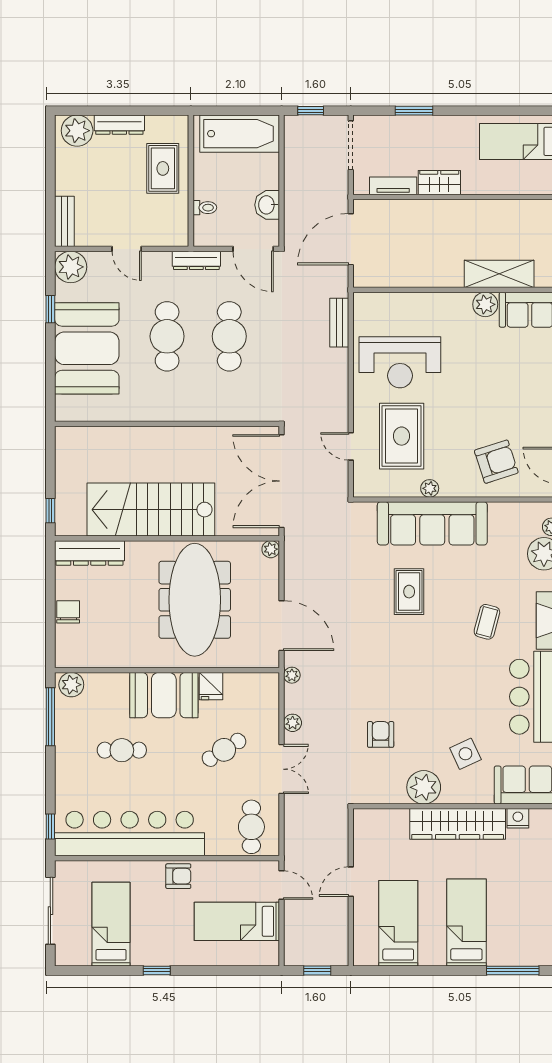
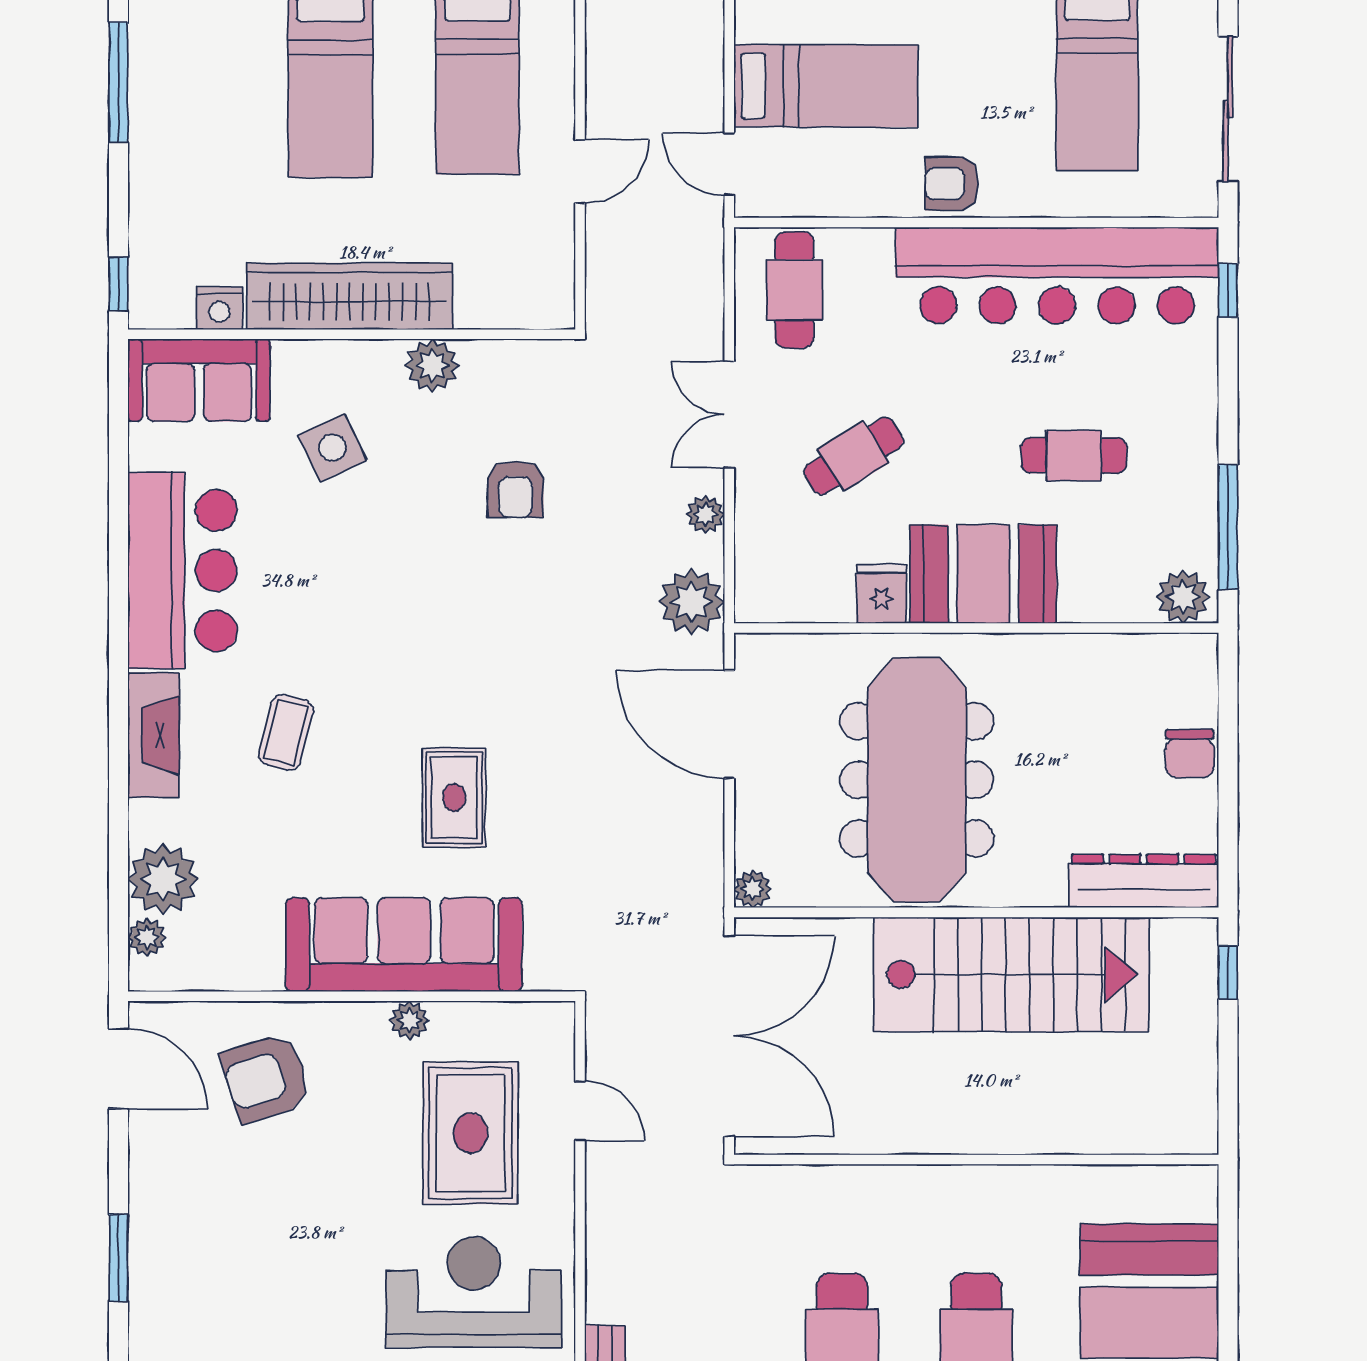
plant: (292, 675) -> (692, 602), width x1.88, depth x1.88
plant: (424, 787) -> (432, 366), width x0.73, depth x0.73

